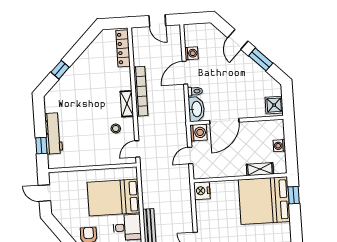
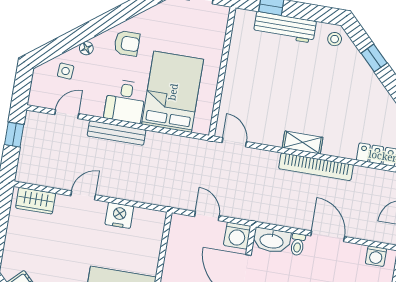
washing machine: (192, 53) -> (376, 256), moved
stool: (116, 128) -> (335, 39), moved
nightstand: (202, 191) -> (119, 215), moved

